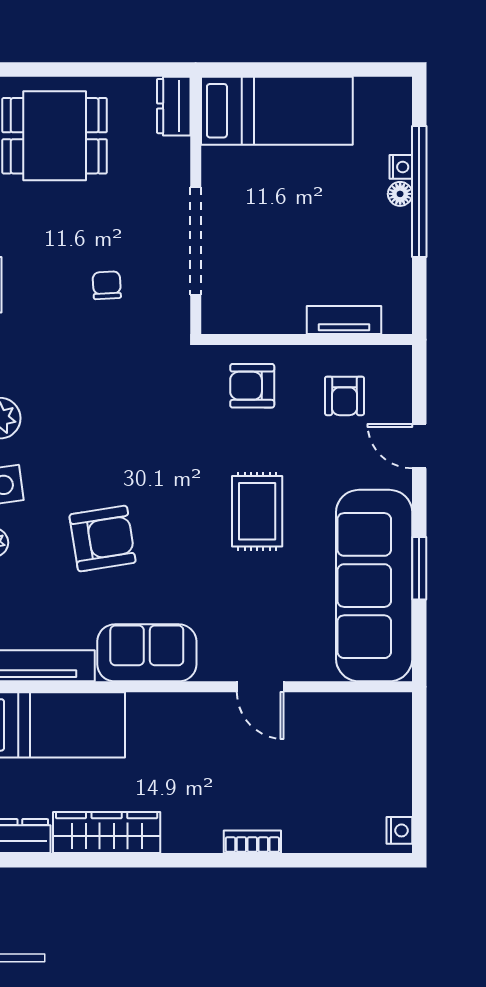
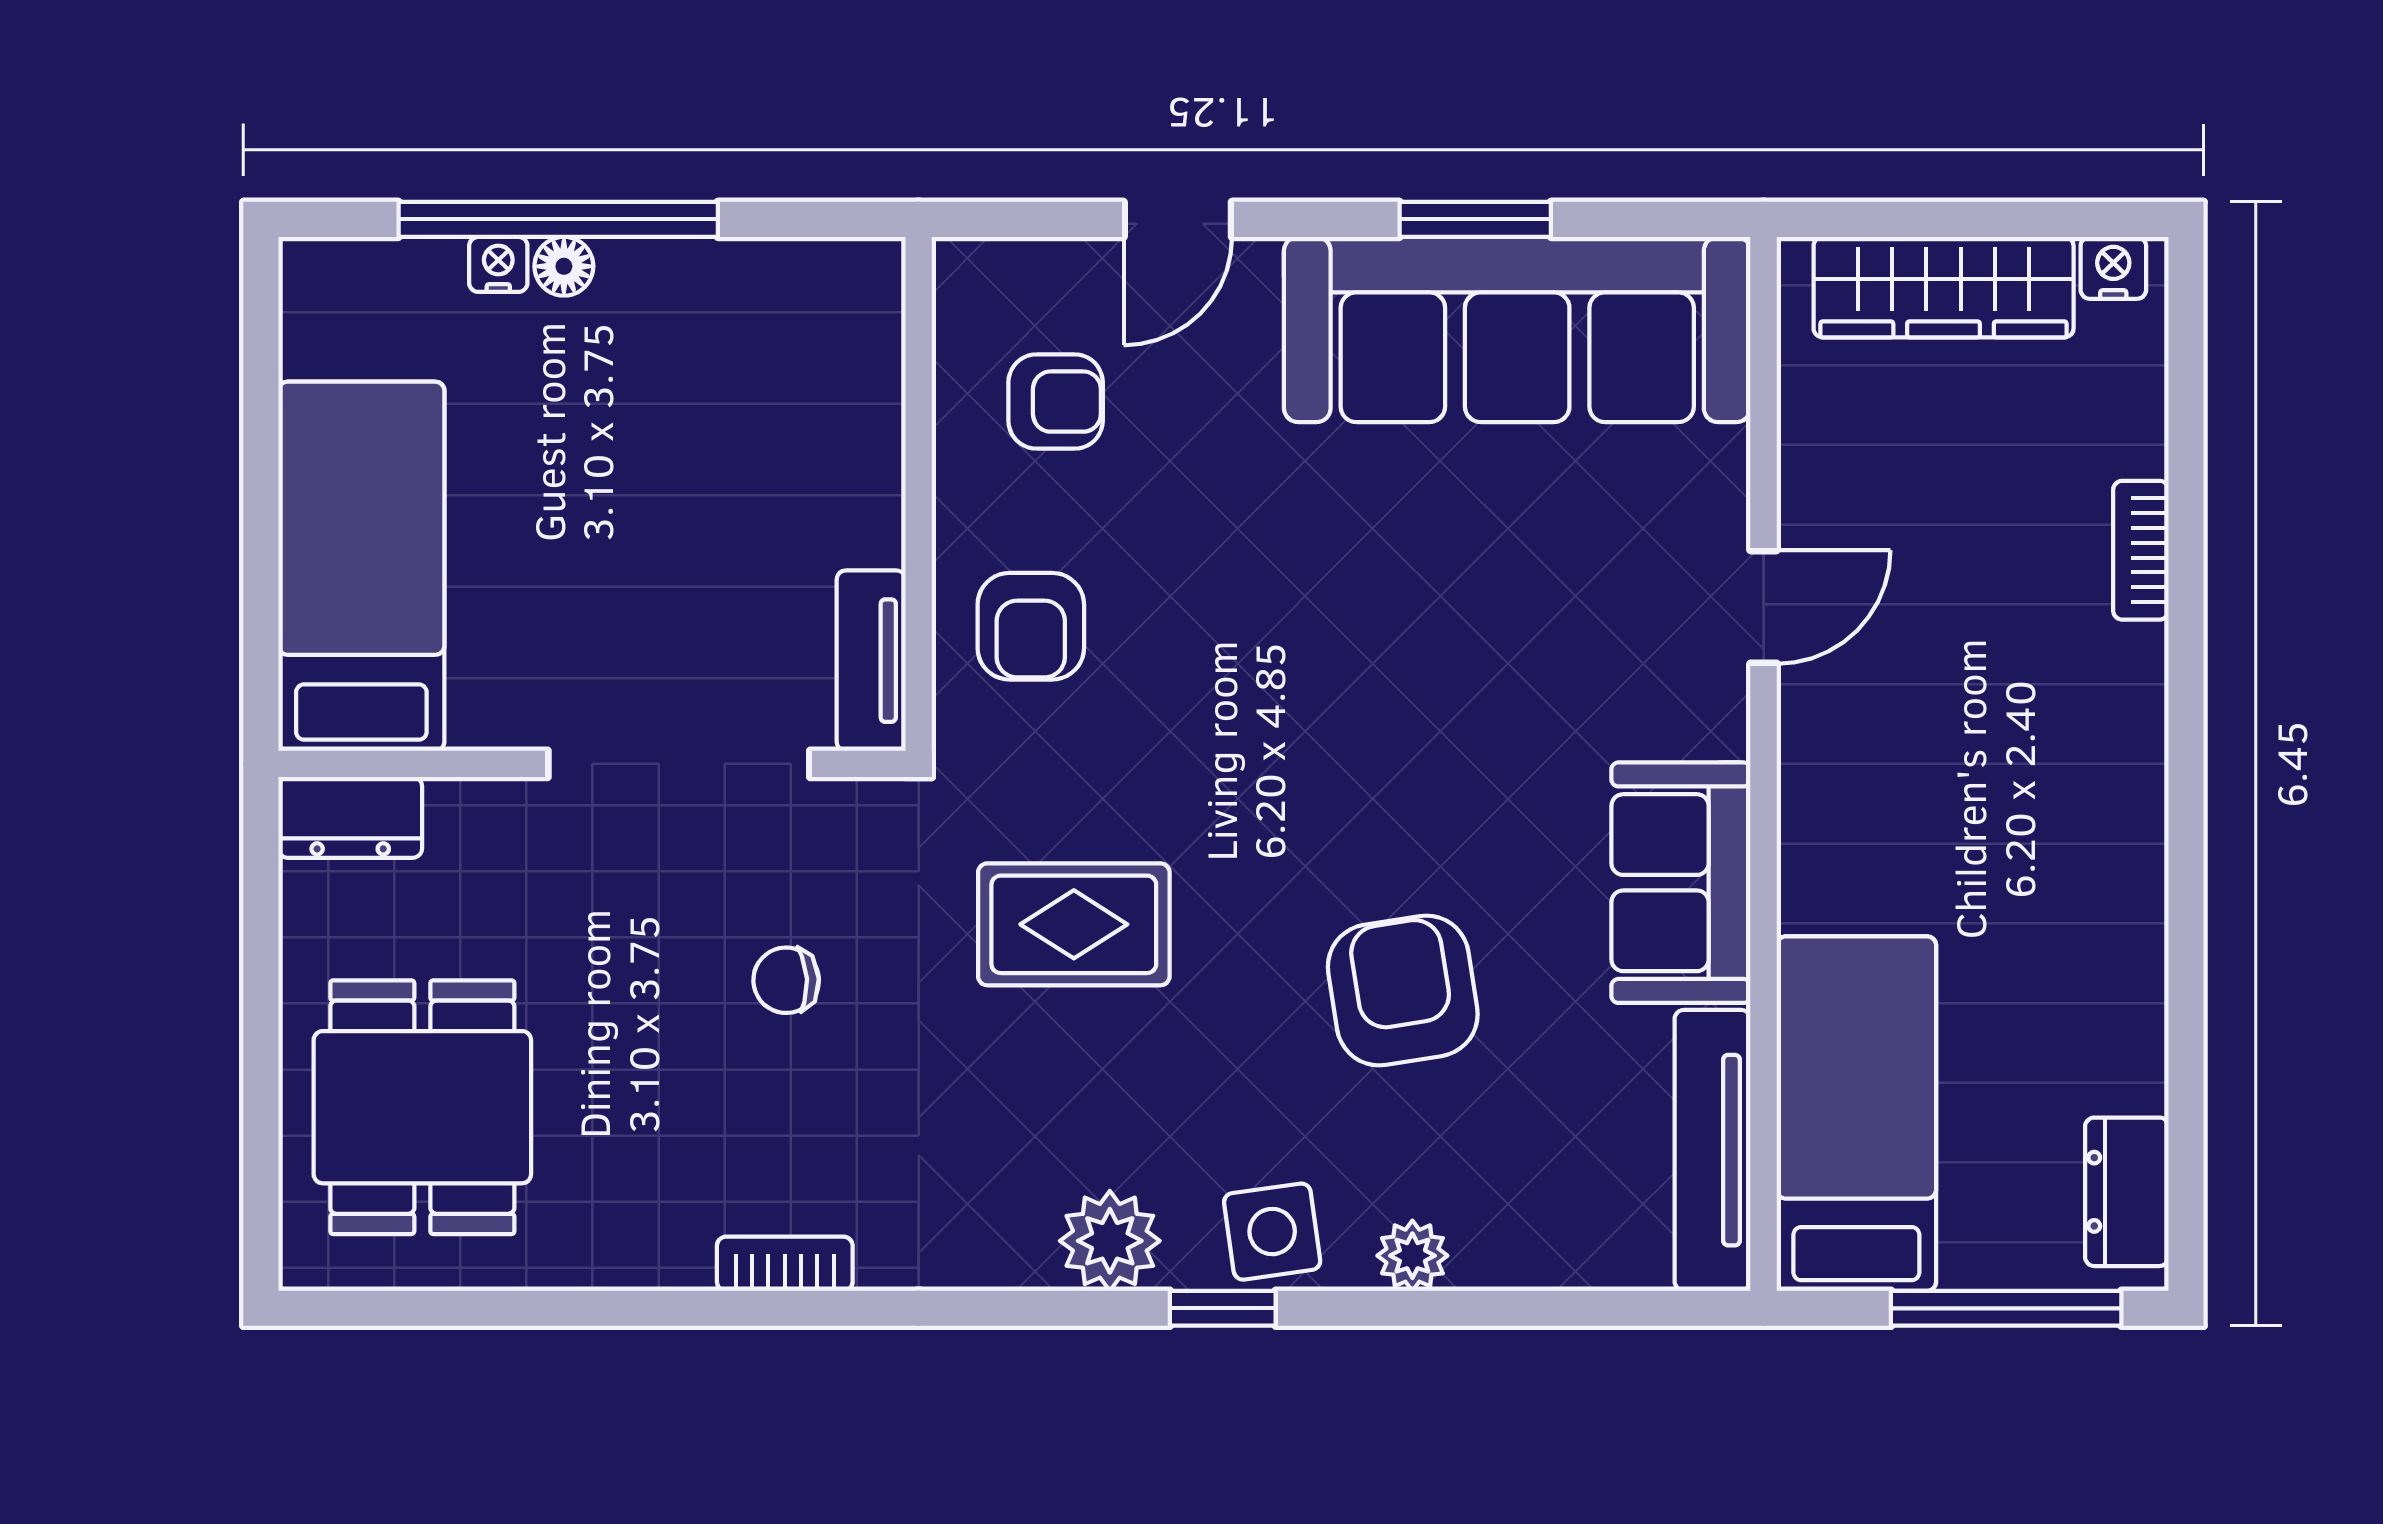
tv unit: (344, 320) -> (871, 661), moved
rug: (257, 511) -> (1074, 924), moved
wardrobe: (107, 833) -> (1944, 287), moved, turned -90
bookcase: (252, 842) -> (2141, 550), moved

